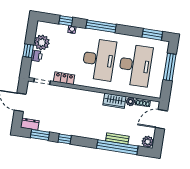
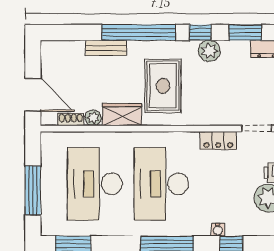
rug: (90, 113) -> (163, 86), added
door: (161, 119) -> (33, 95), hinge flipped
plant: (148, 142) -> (209, 51), moved
window: (117, 147) -> (139, 33), moved

